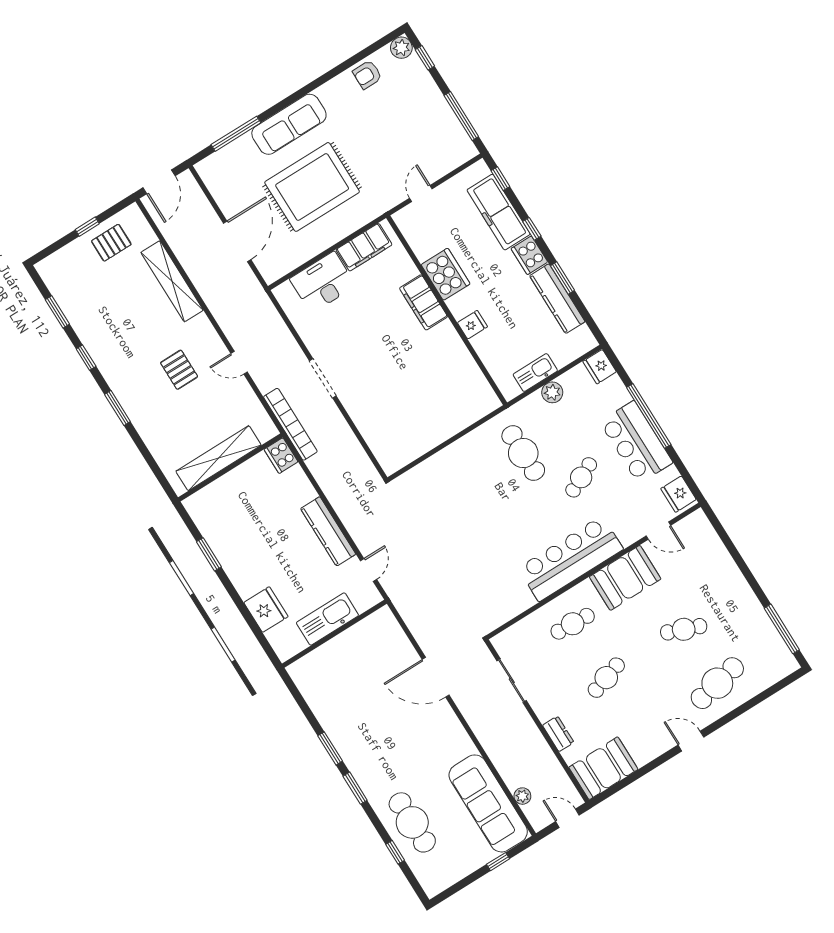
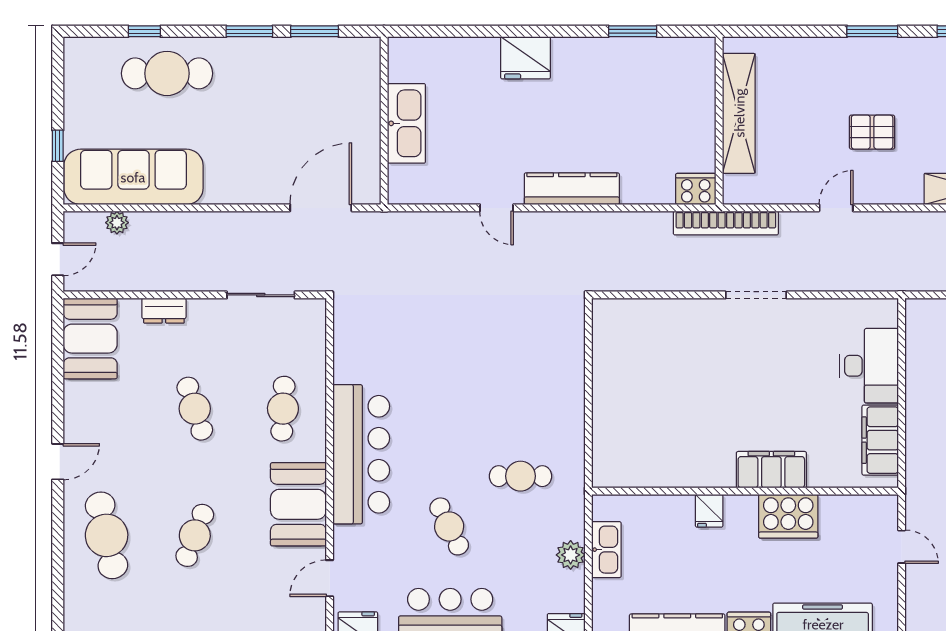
cafe table: (523, 453) -> (521, 476), width x0.73, depth x0.74
kitchen sink: (327, 619) -> (406, 123), moved
wall: (334, 634) -> (384, 121), moved

